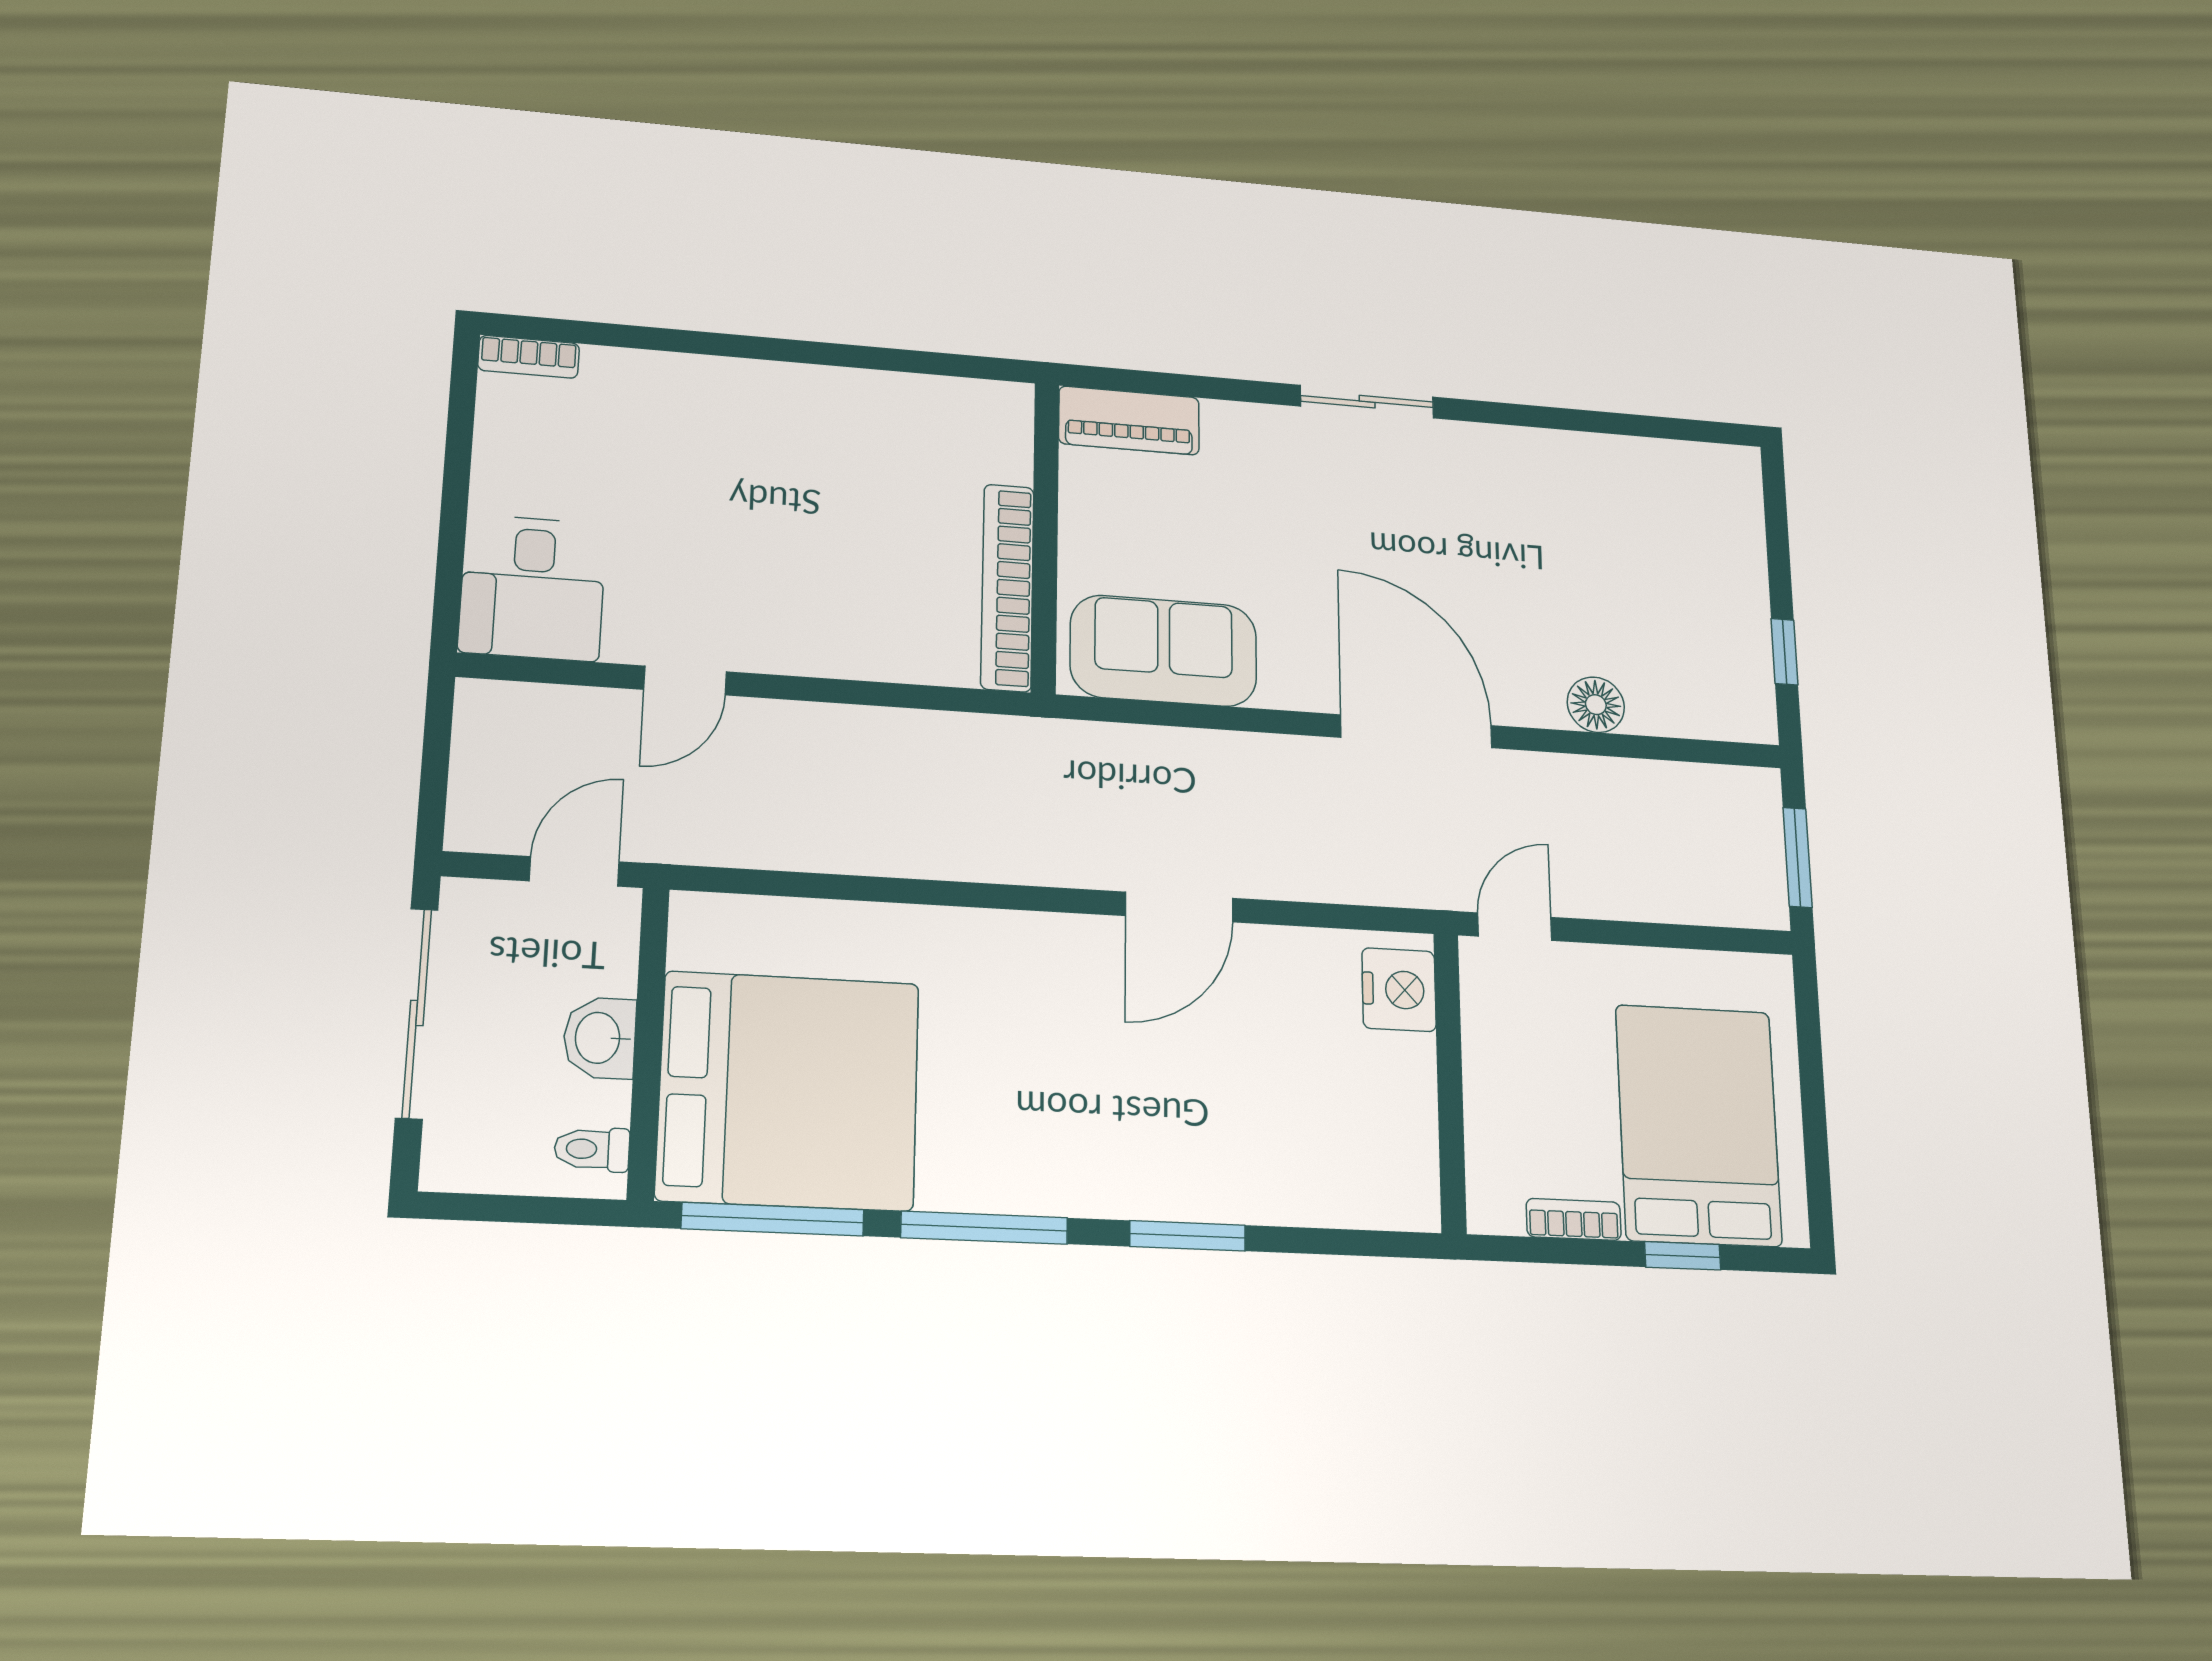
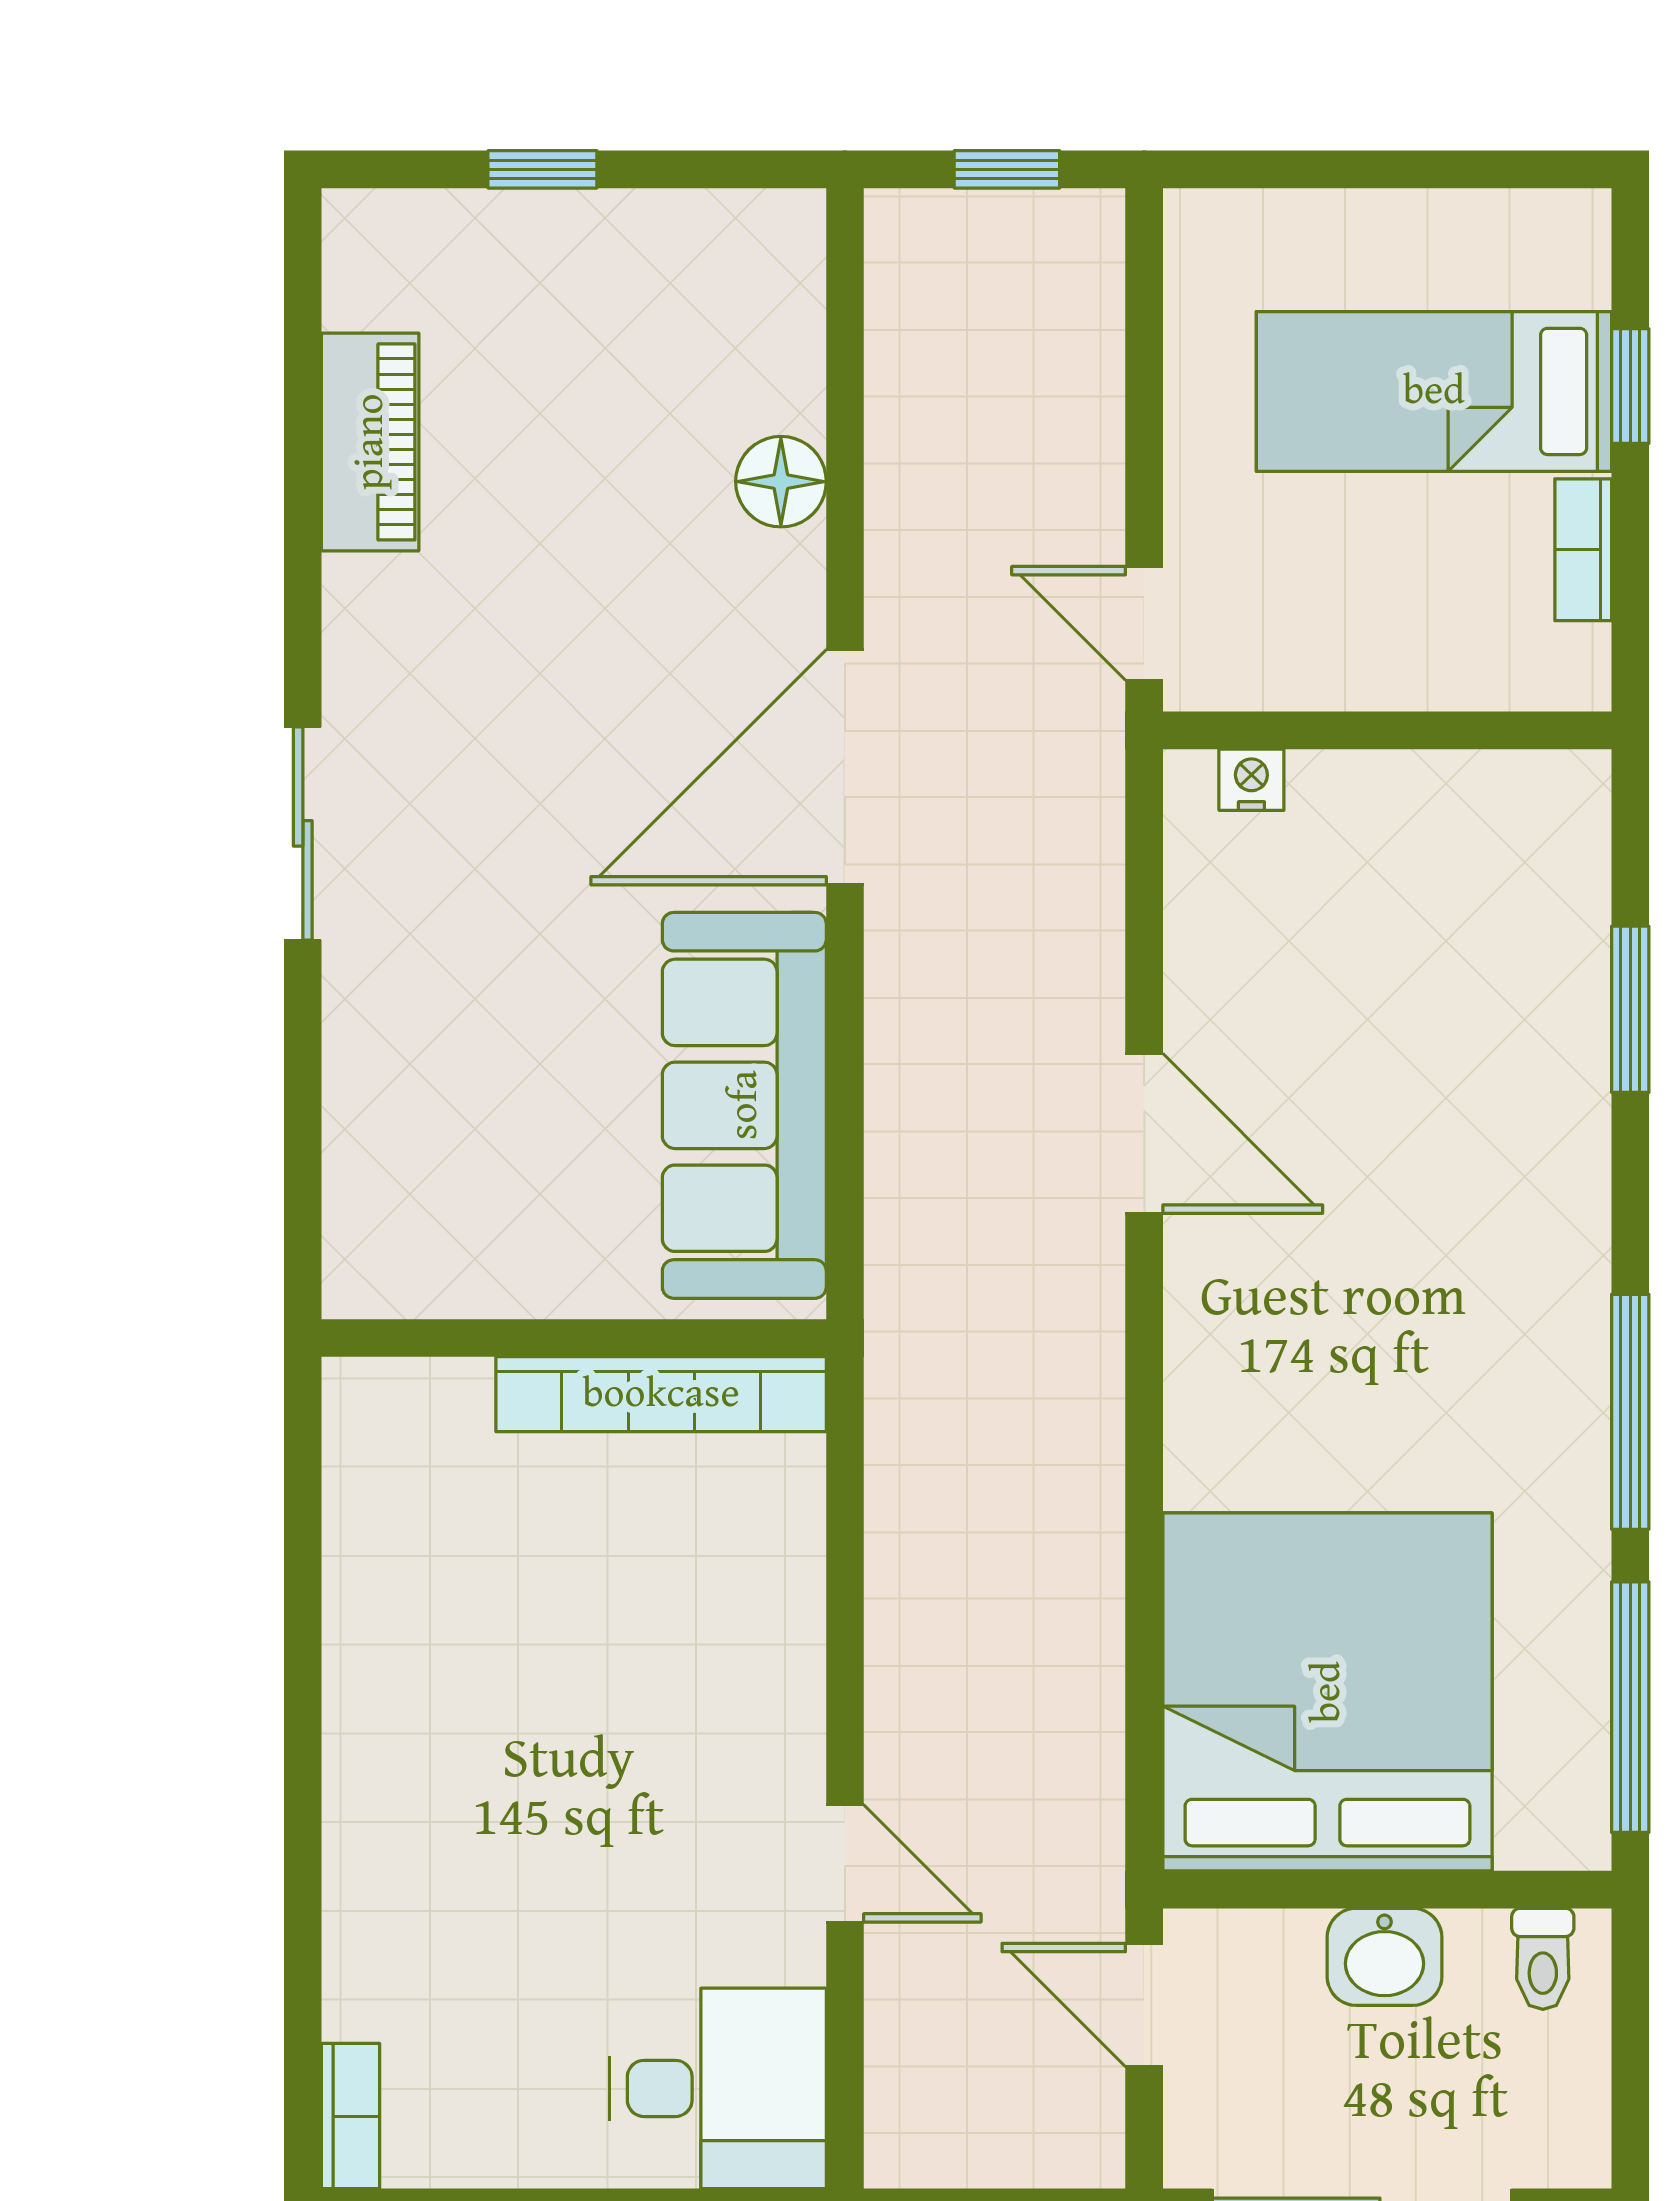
piano: (1129, 420) -> (370, 442), moved
sofa: (1164, 651) -> (744, 1105), width x1.36
window: (1785, 652) -> (542, 169), moved
window: (1798, 857) -> (1007, 169), width x0.67
nightstand: (1399, 990) -> (1251, 780), width x0.53, depth x0.56
bed: (789, 1091) -> (1327, 1692), moved
bed: (1698, 1125) -> (1434, 391), width x0.67
window: (1188, 1236) -> (1630, 1009), moved

